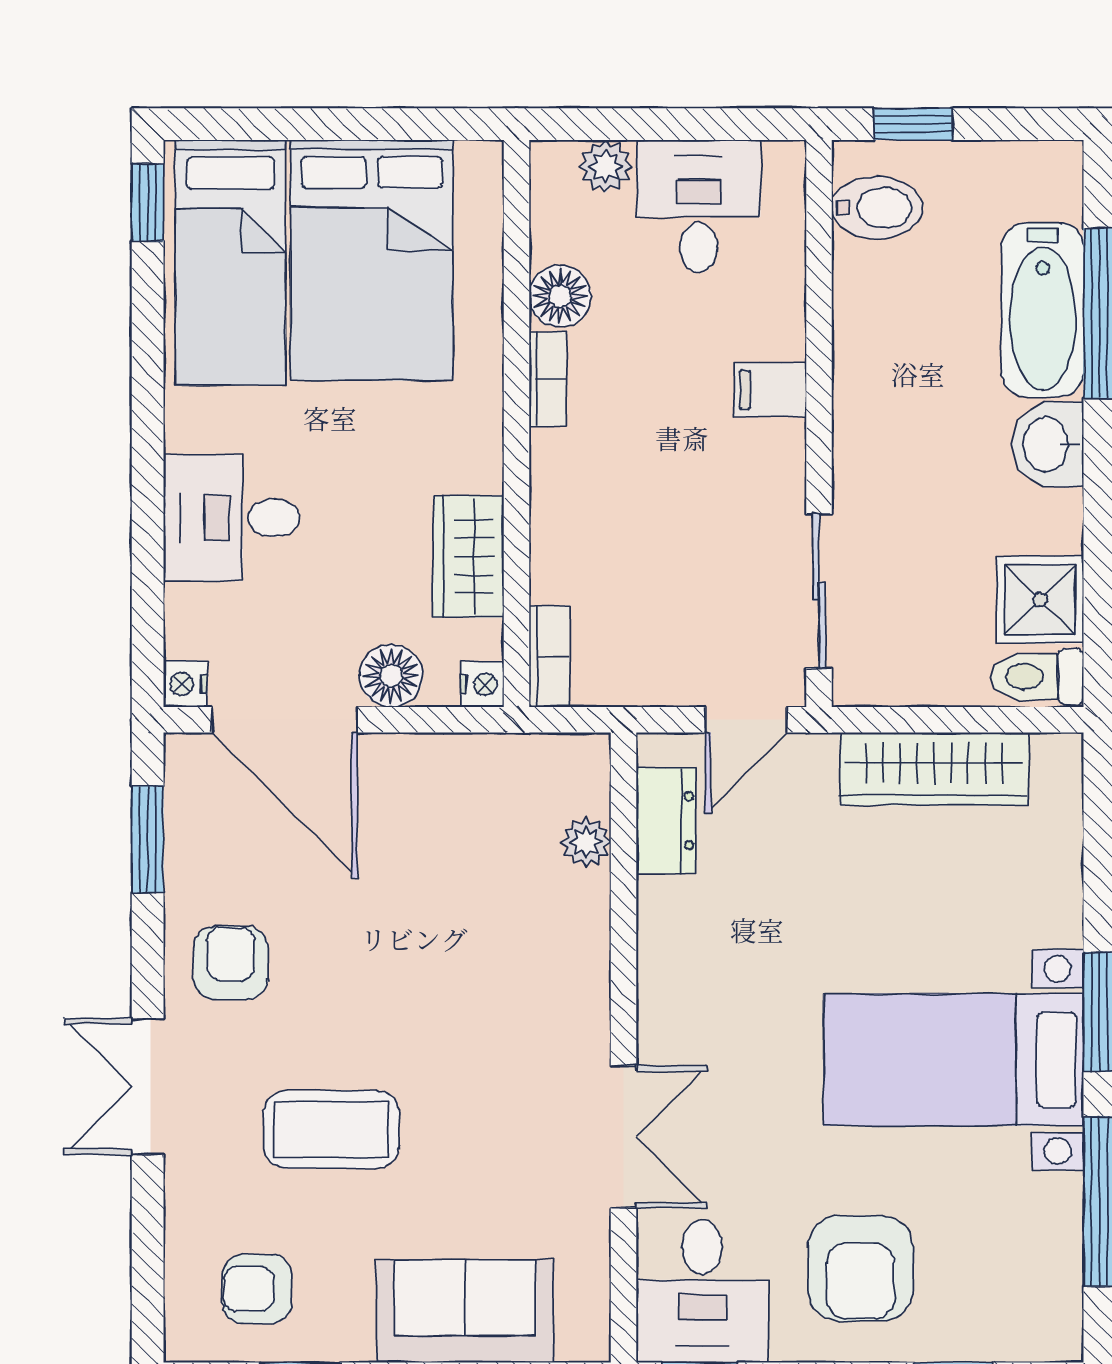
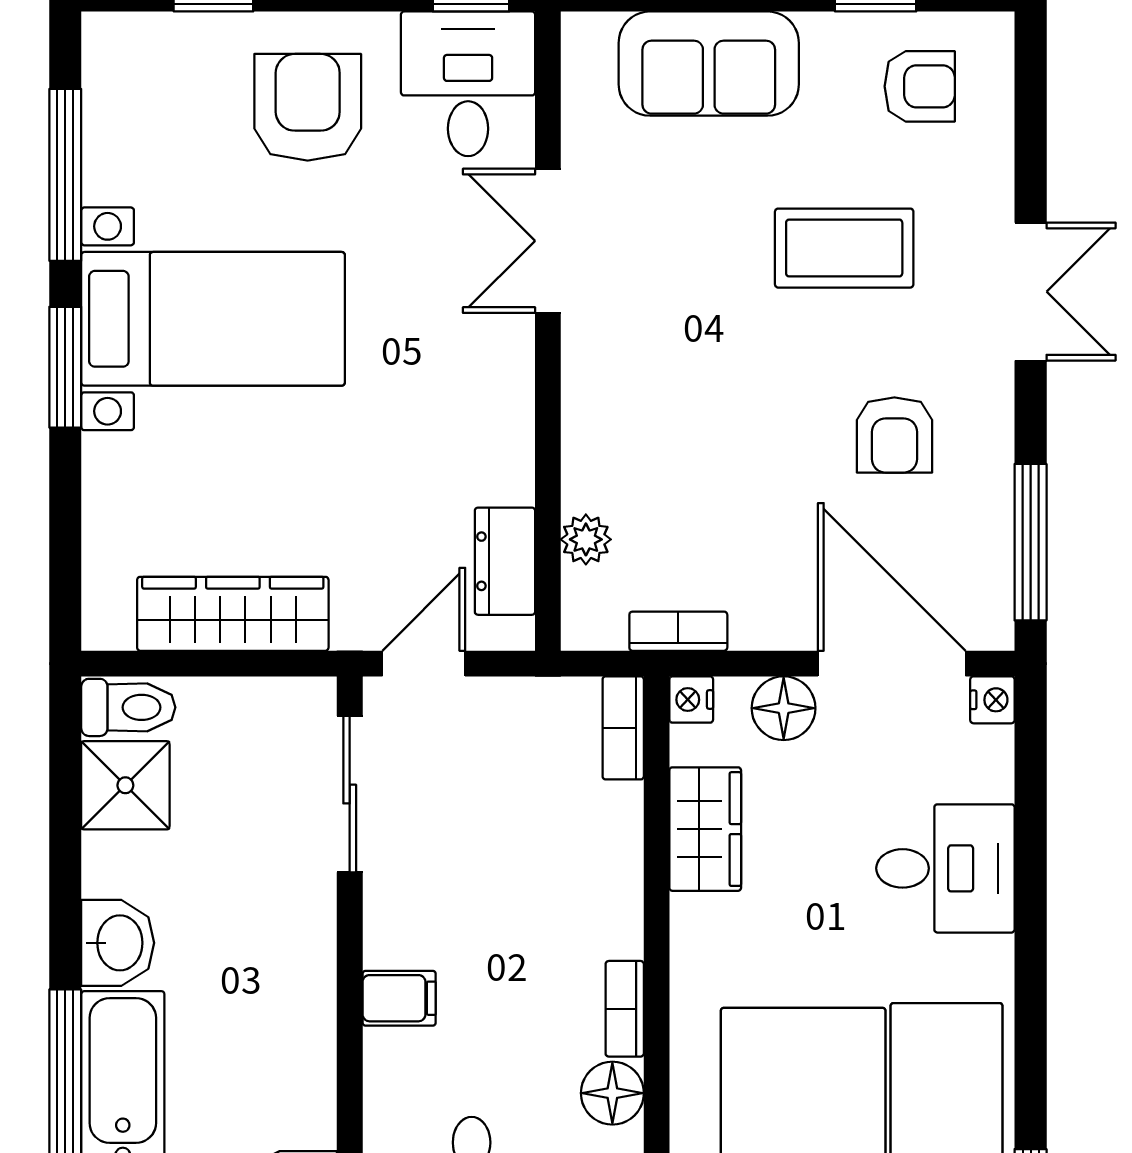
bookcase: (495, 752) -> (678, 631), added
window: (148, 839) -> (1031, 542), width x1.44
armchair: (231, 963) -> (894, 435), moved

